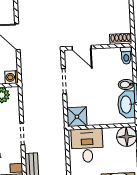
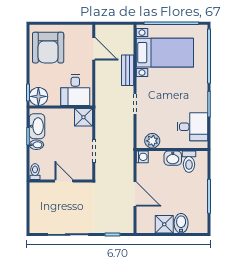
shoe rack: (121, 39) -> (39, 187), removed
door: (82, 48) -> (64, 181), moved

